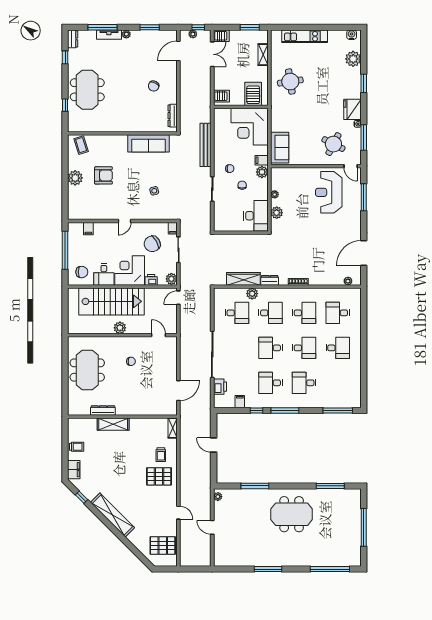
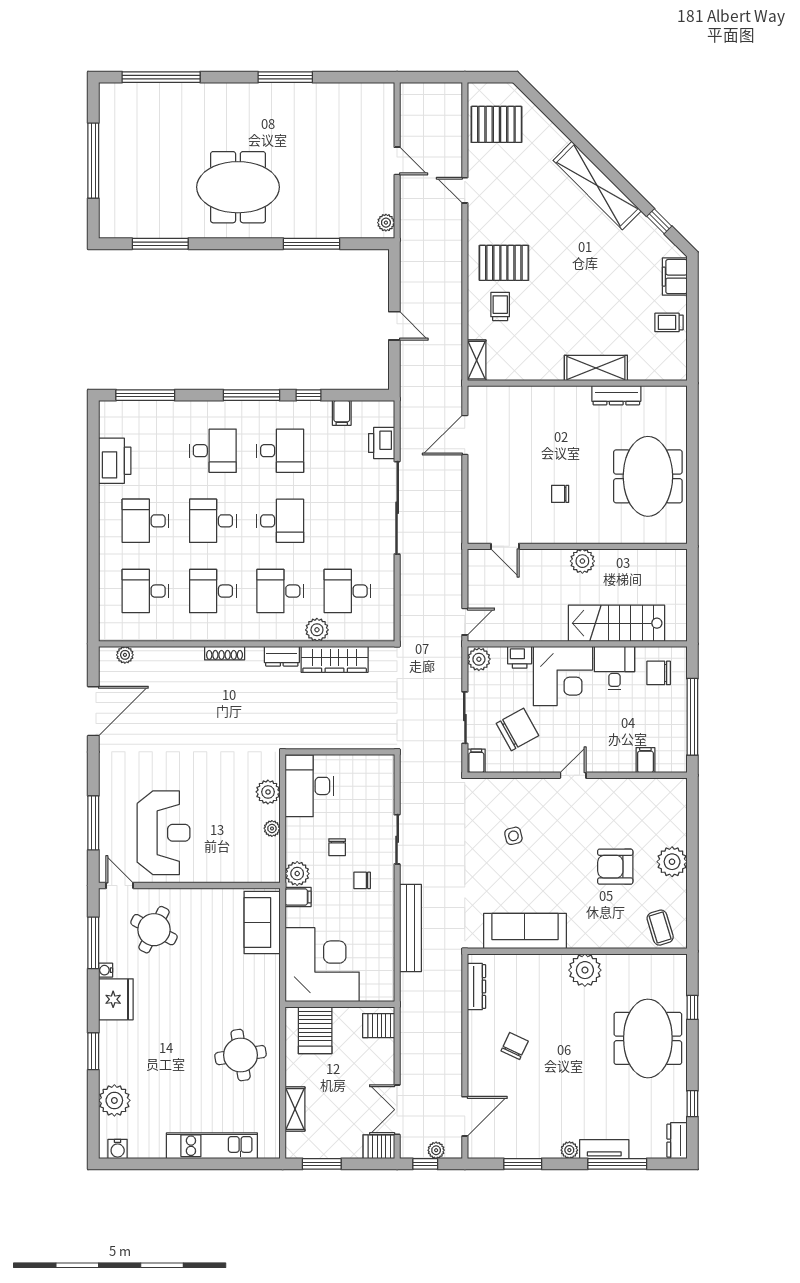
plant: (119, 124) -> (585, 970), added
stairs: (112, 301) -> (617, 623), width x0.73, depth x0.66
desk: (338, 313) -> (146, 591), turned 180
printer: (353, 378) -> (115, 461), added

